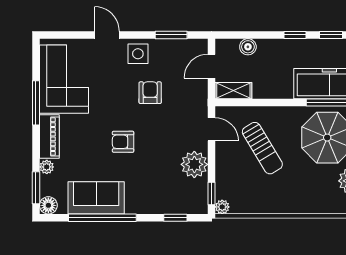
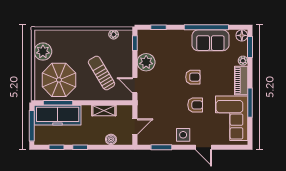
shelving: (233, 91) -> (104, 111), moved
armchair: (150, 93) -> (195, 105), moved, turned -90
plant: (222, 207) -> (114, 34), moved

